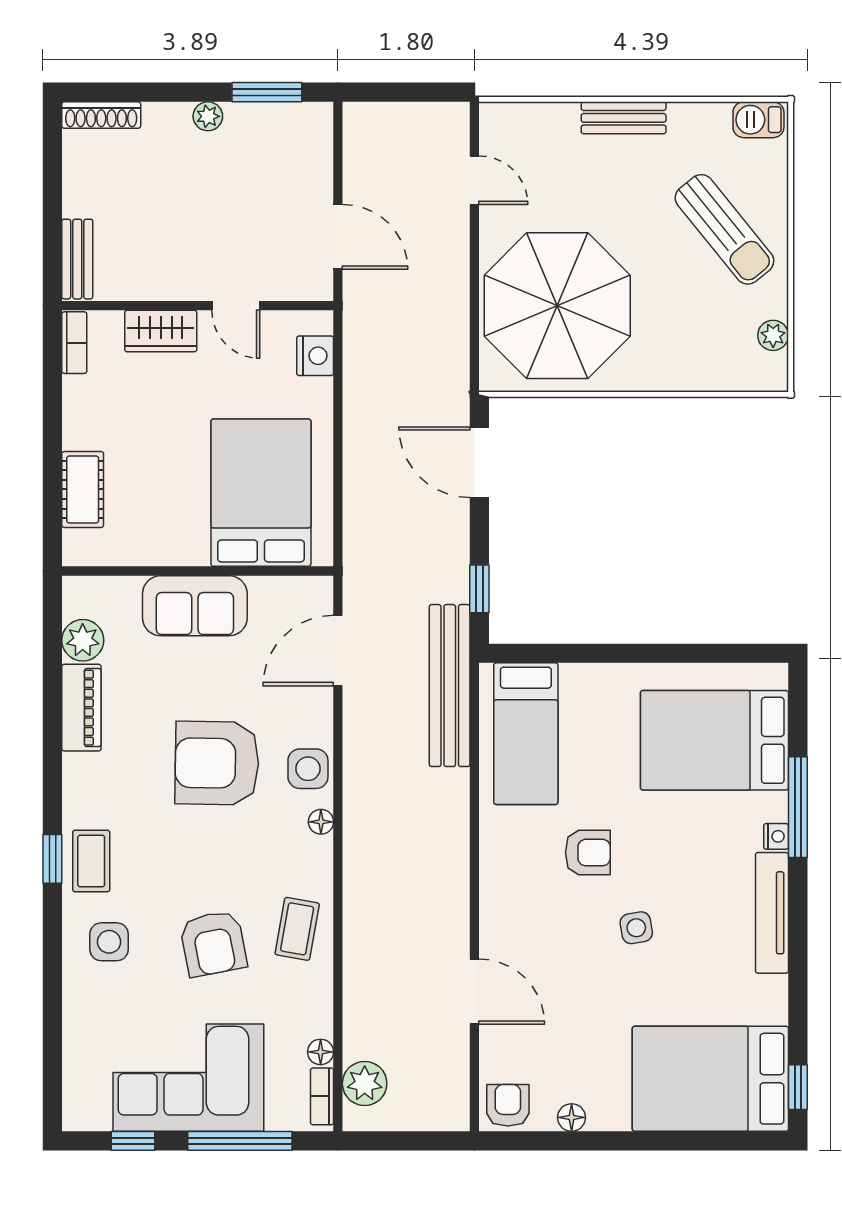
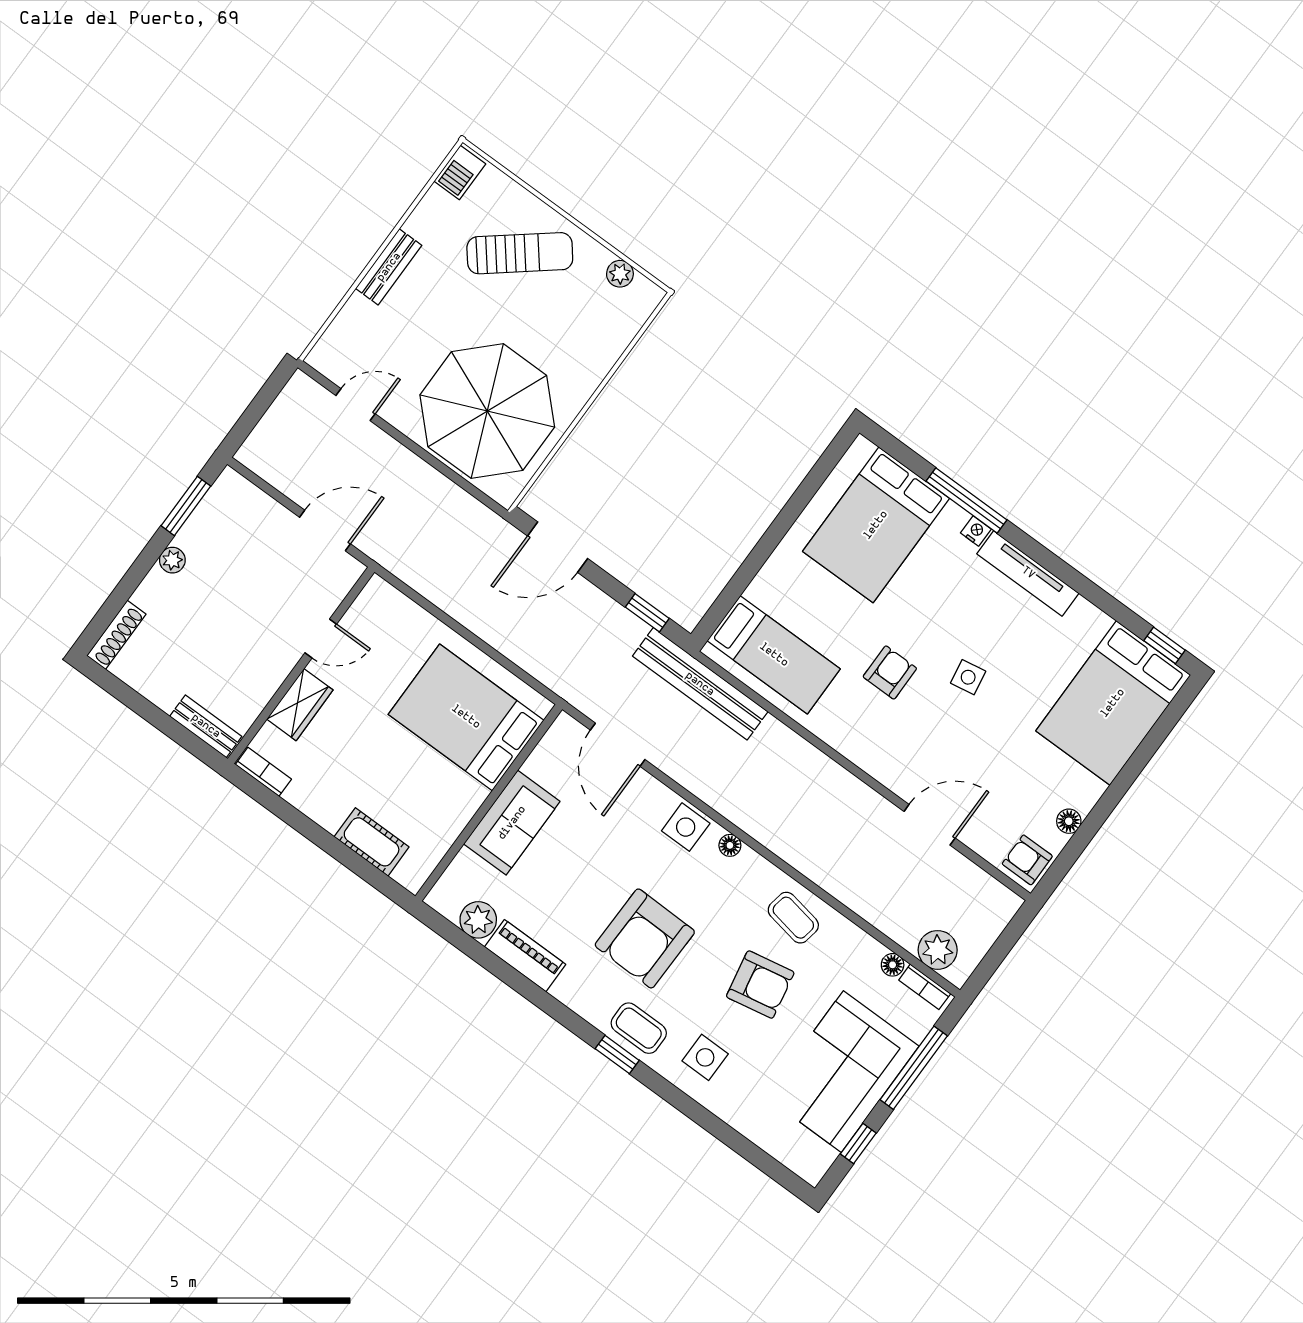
nightstand: (315, 356) -> (397, 608), removed
armchair: (217, 763) -> (645, 938), moved

